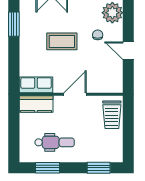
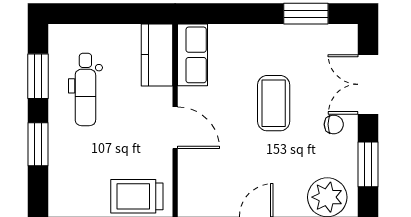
chair: (98, 35) -> (334, 124), moved
window: (99, 168) -> (38, 144), moved

